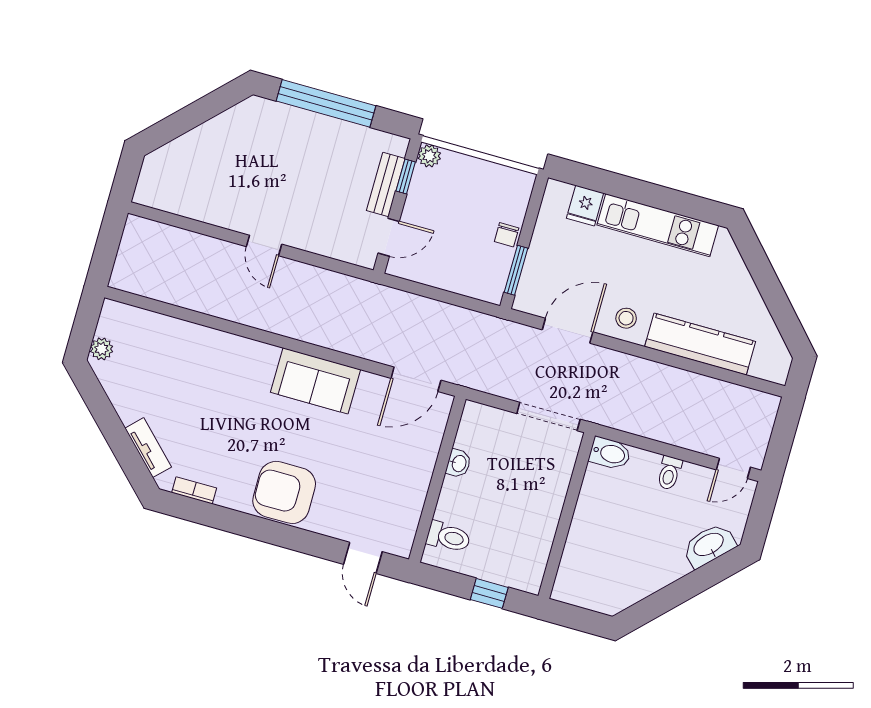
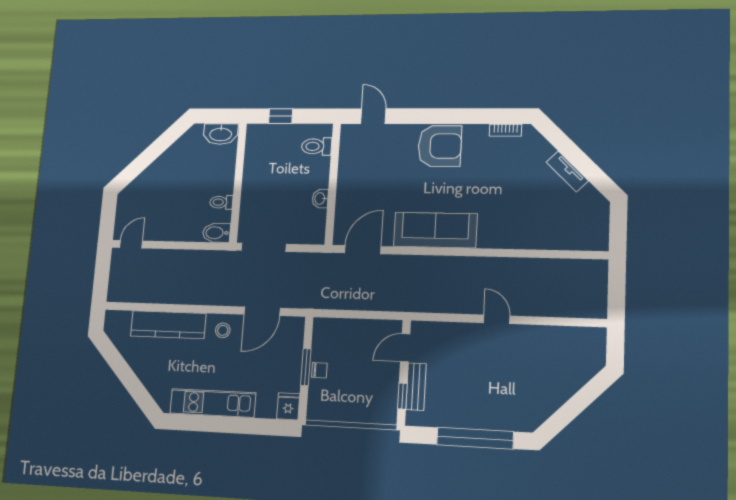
plant: (429, 156) -> (388, 416), removed
fridge: (585, 206) -> (288, 406), moved
chair: (507, 235) -> (319, 370), turned 90
window: (516, 270) -> (306, 367), moved
plant: (102, 349) -> (601, 213), removed
sofa: (316, 381) -> (435, 230), width x1.36
tv unit: (148, 448) -> (567, 171), moved
toilet: (669, 473) -> (221, 202), moved, turned -90
washbasin: (709, 545) -> (221, 134), moved, turned 45

